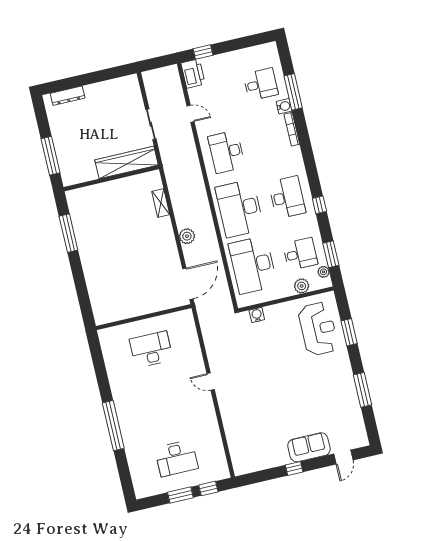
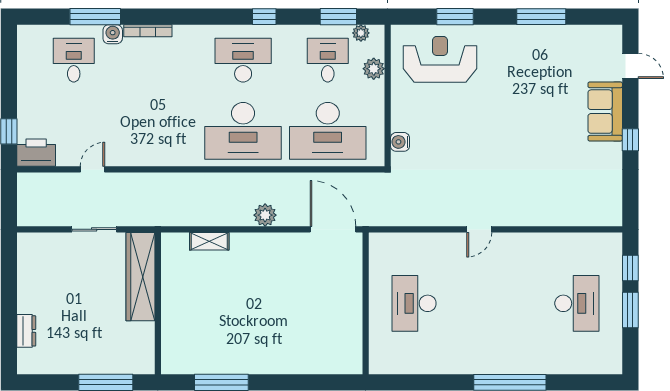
dresser: (68, 96) -> (26, 331), width x0.70
desk: (227, 152) -> (158, 131), removed

